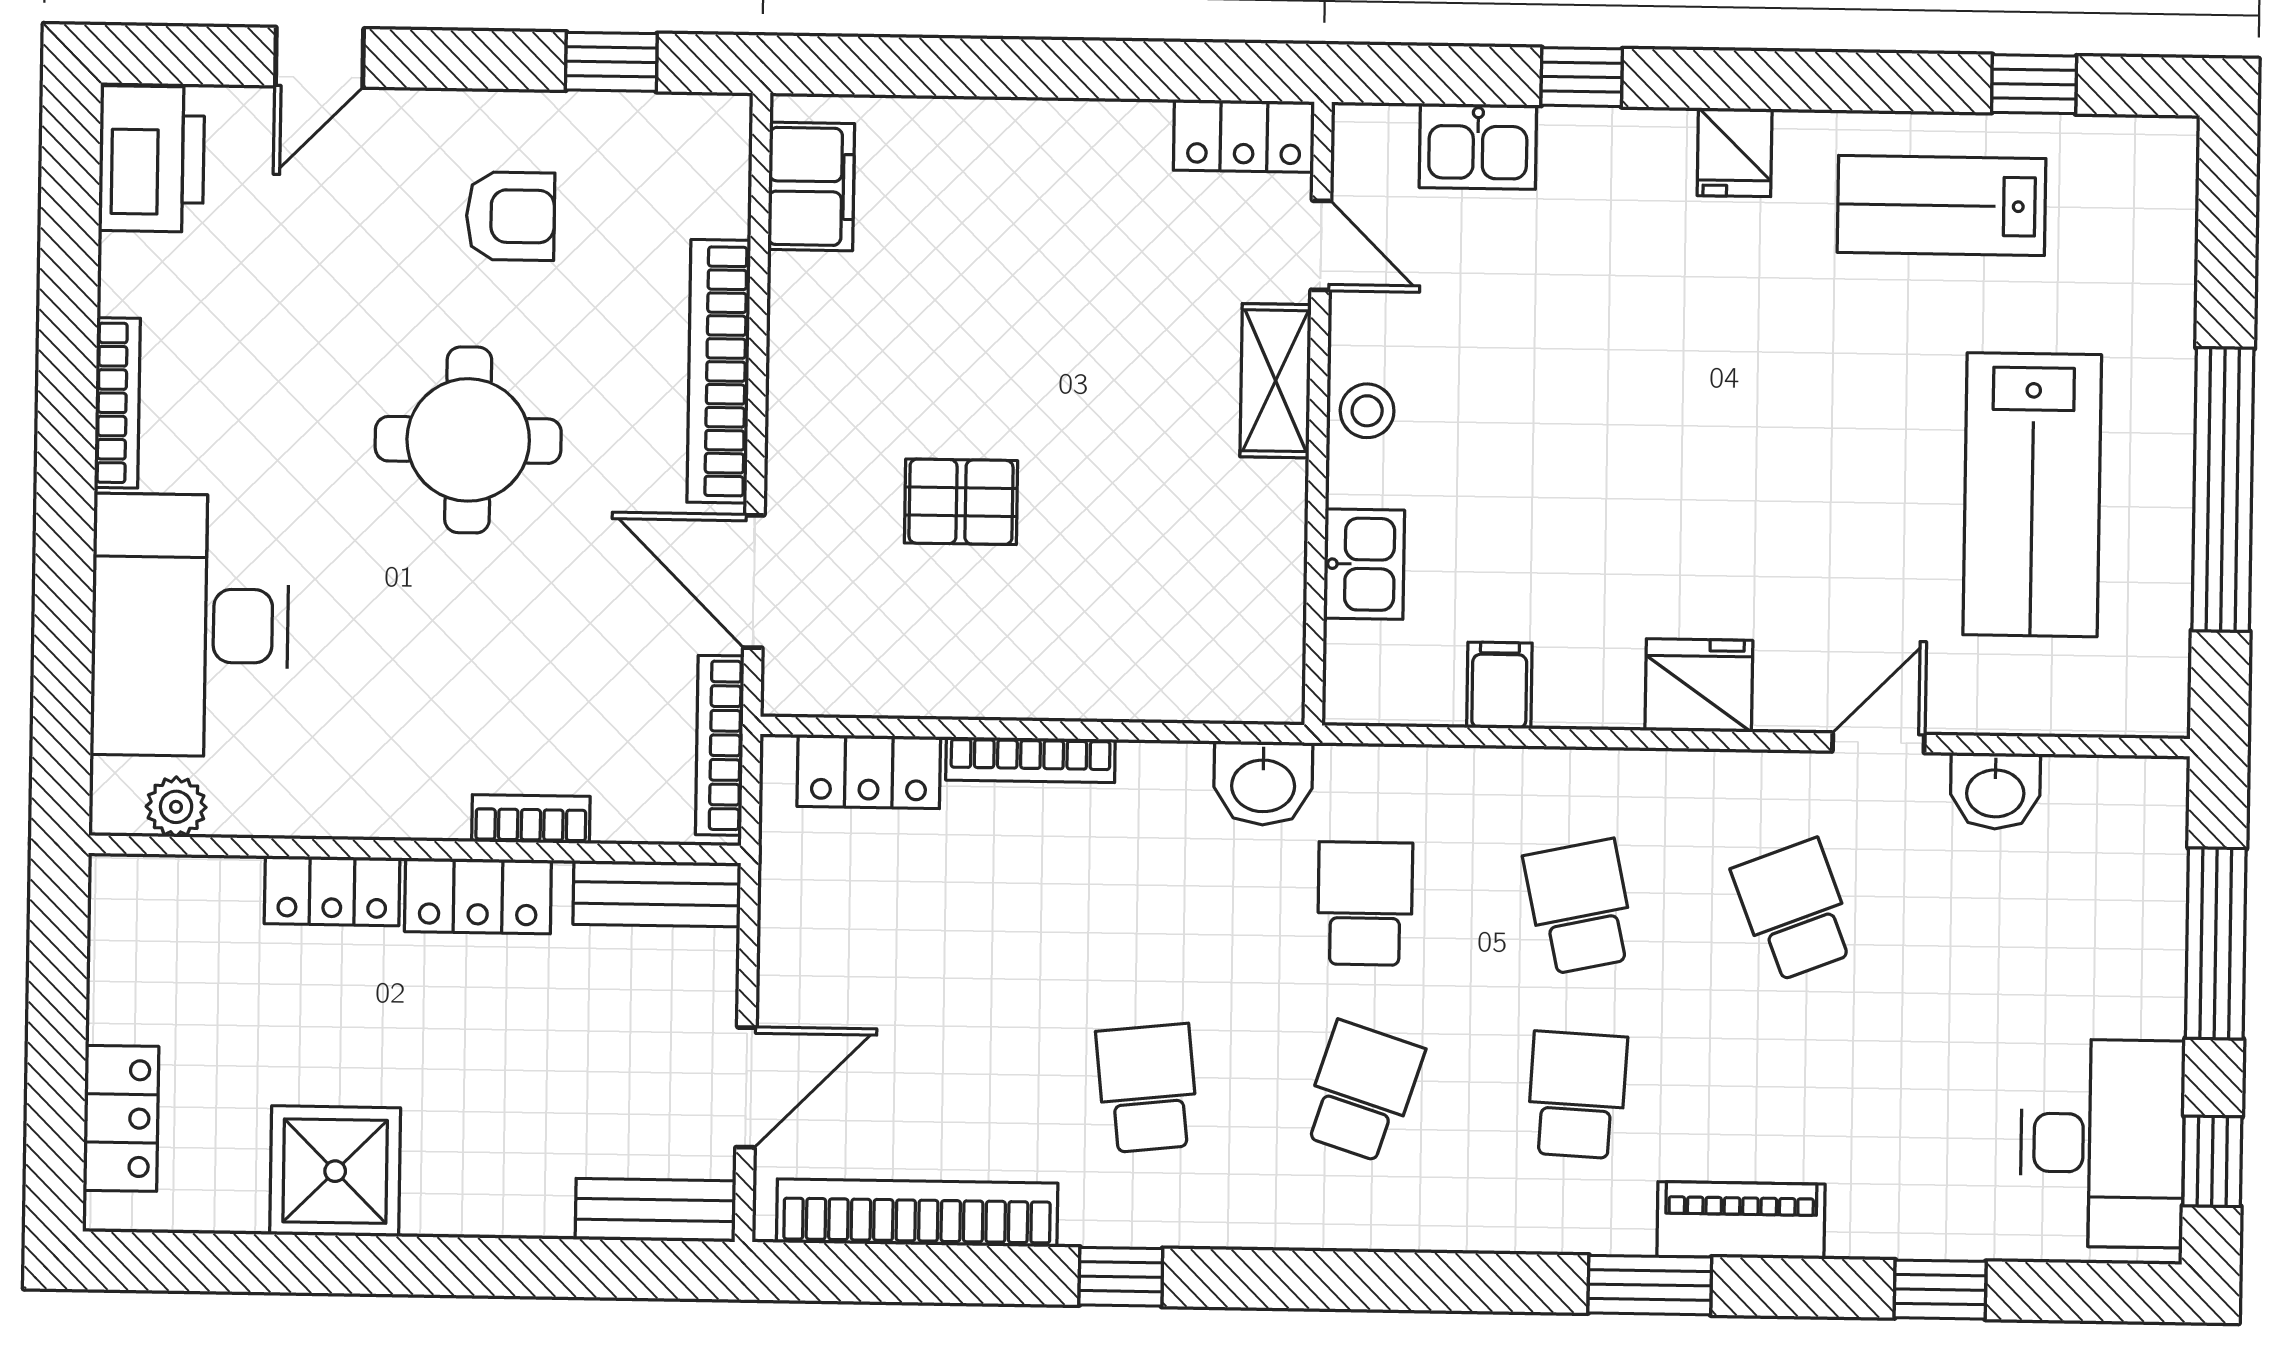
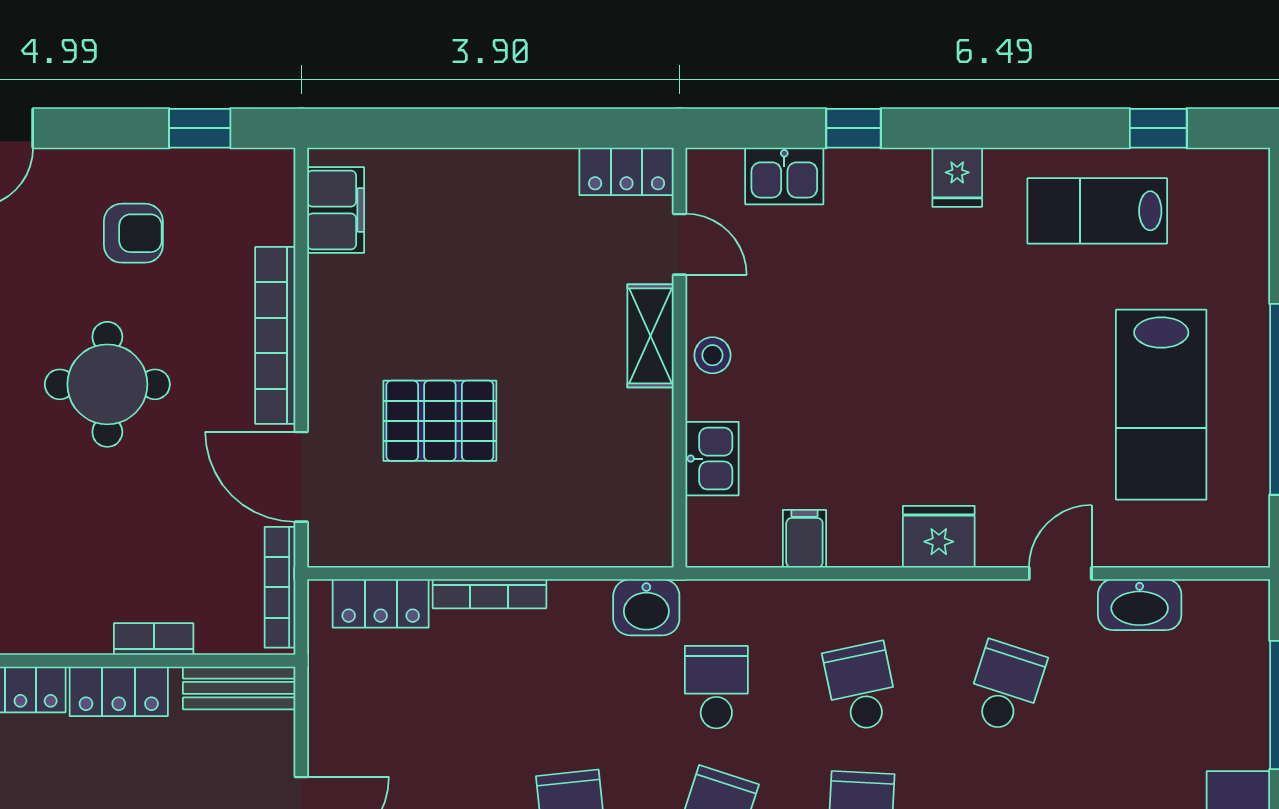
pallet: (961, 502) -> (440, 421), width x1.50, depth x1.42
washbasin: (1995, 791) -> (1140, 605), width x1.38
school desk: (1795, 910) -> (1006, 687), turned 39

